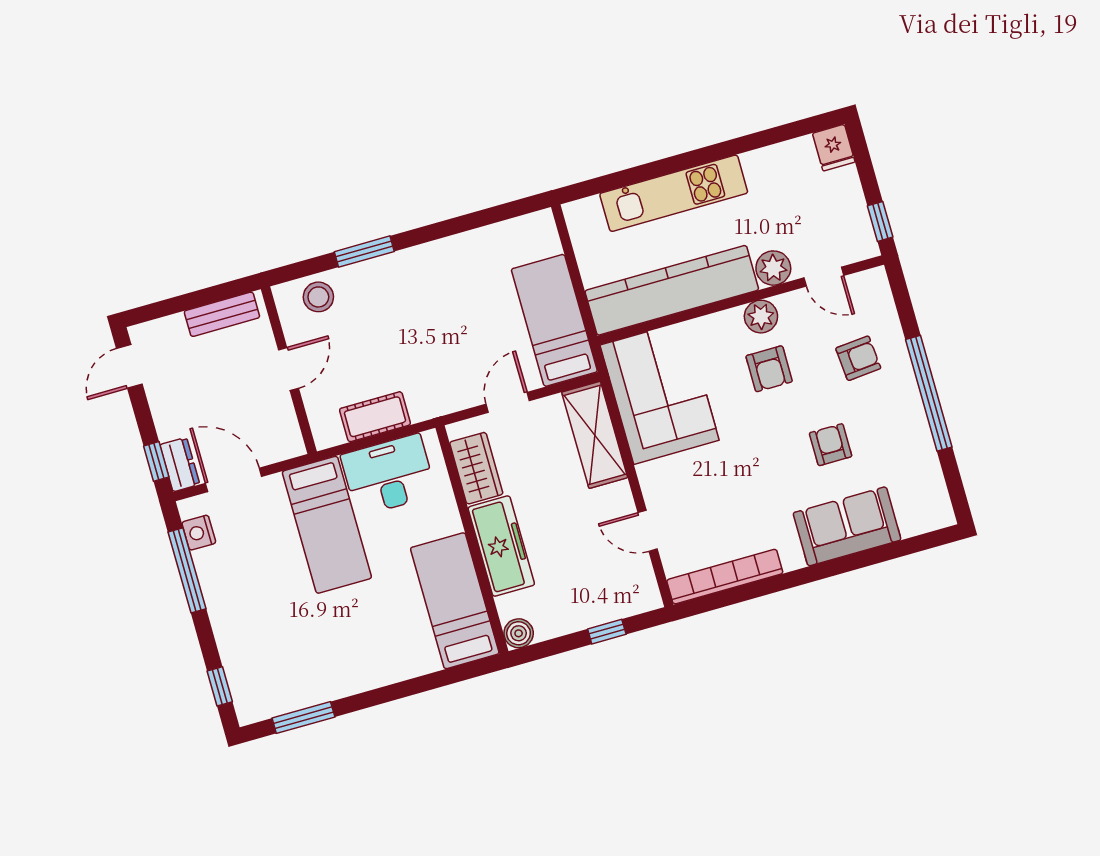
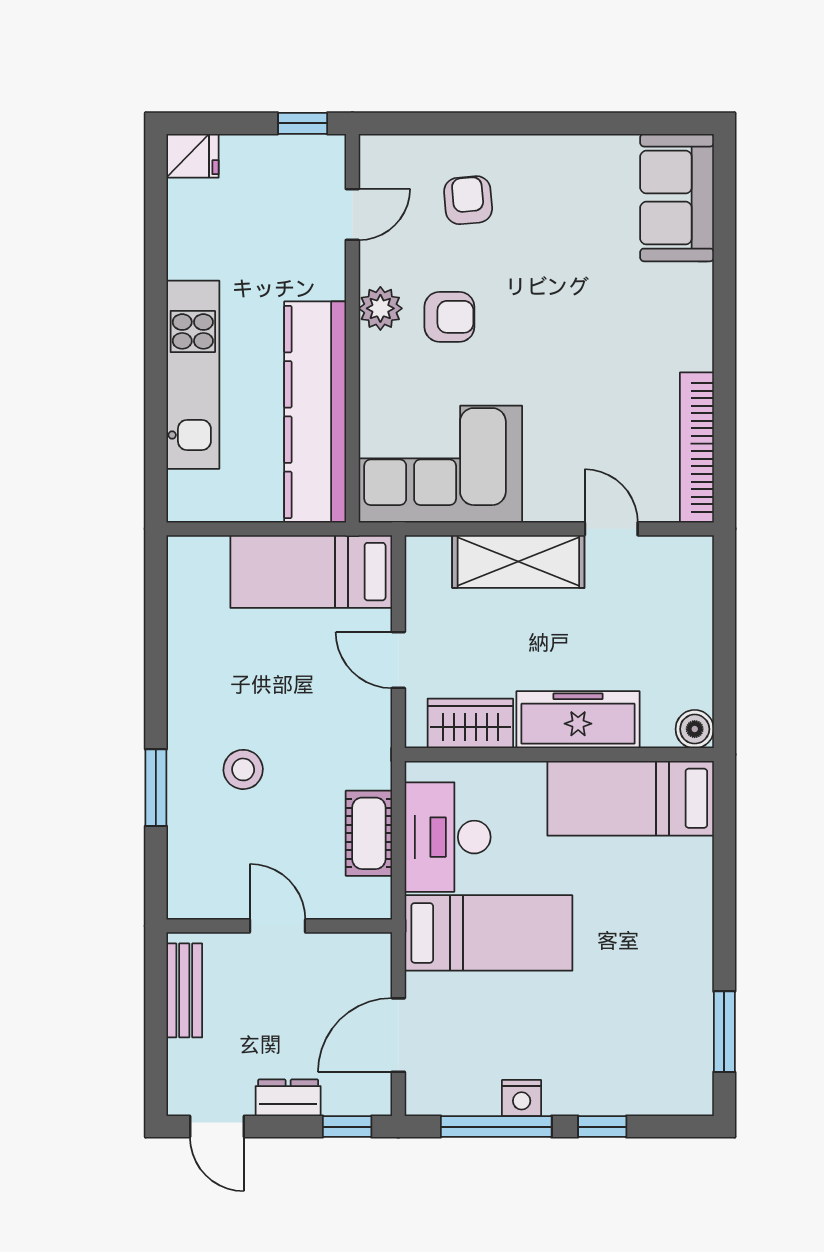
plant: (773, 268) -> (323, 275), removed
stool: (318, 297) -> (243, 769), moved
window: (929, 393) -> (538, 123), removed
shelving: (595, 435) -> (518, 561), moved
armchair: (831, 445) -> (568, 266), removed
dresser: (180, 464) -> (288, 1098), moved
sofa: (847, 526) -> (677, 198), moved
door: (648, 531) -> (611, 529), swing flipped
nightstand: (199, 533) -> (522, 1098), moved
window: (607, 632) -> (724, 617), removed
window: (220, 686) -> (602, 1127), moved

